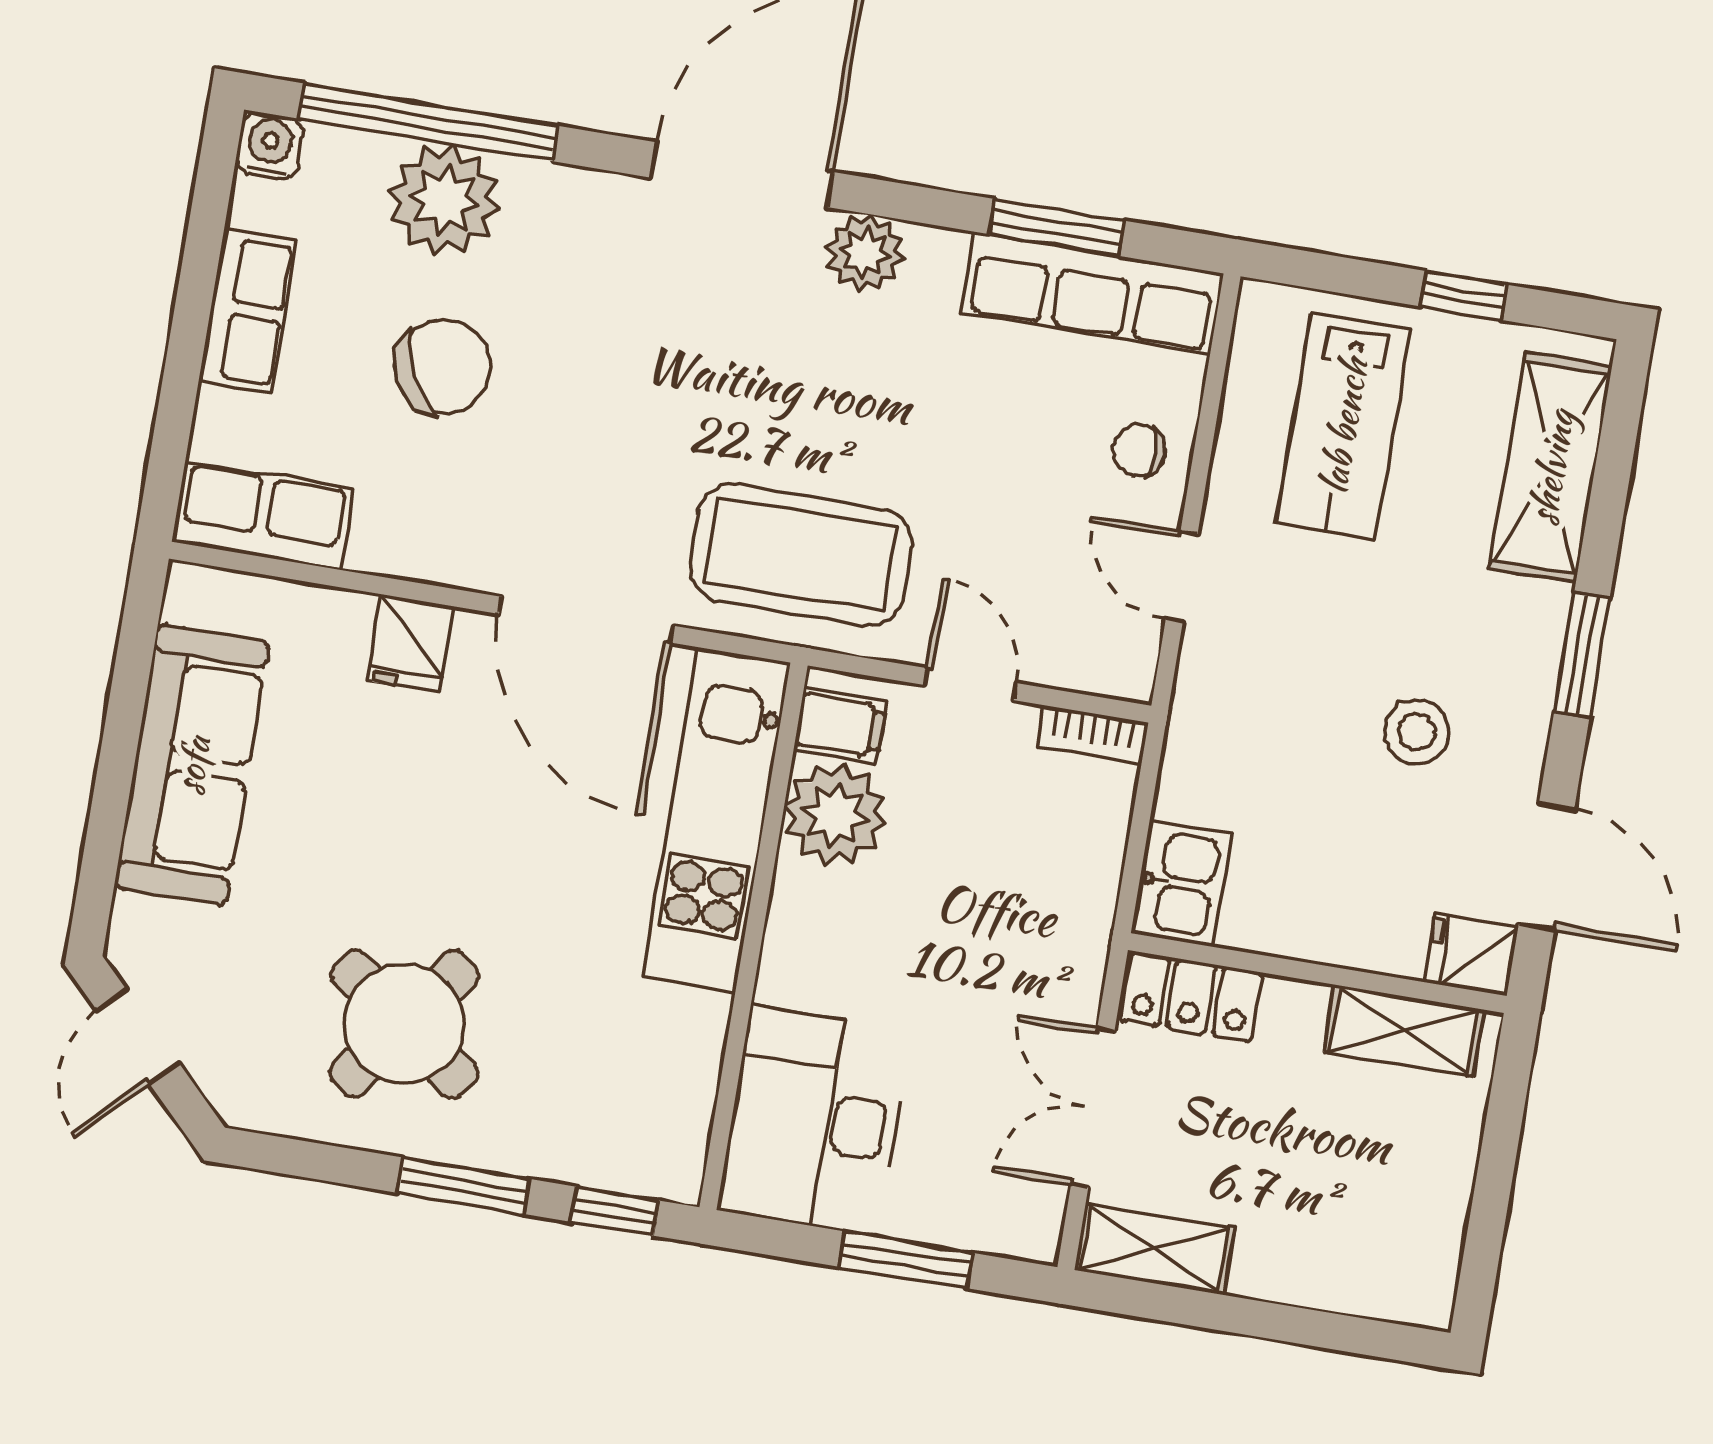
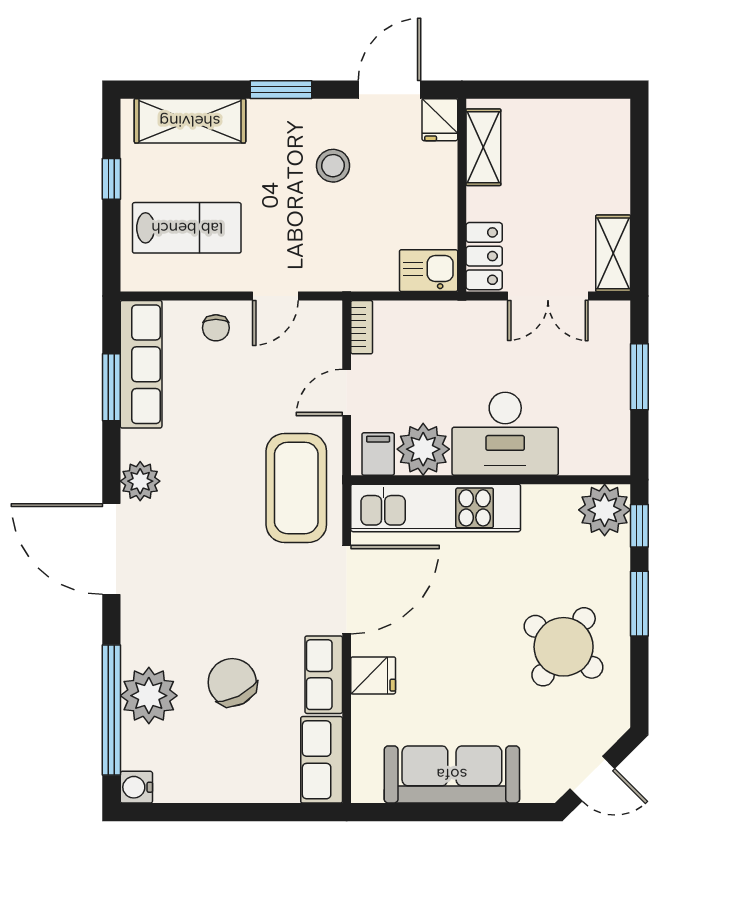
row of seats: (248, 310) -> (324, 675), moved, turned -90
desk: (815, 1120) -> (505, 434), moved
plant: (657, 1148) -> (605, 510), added

